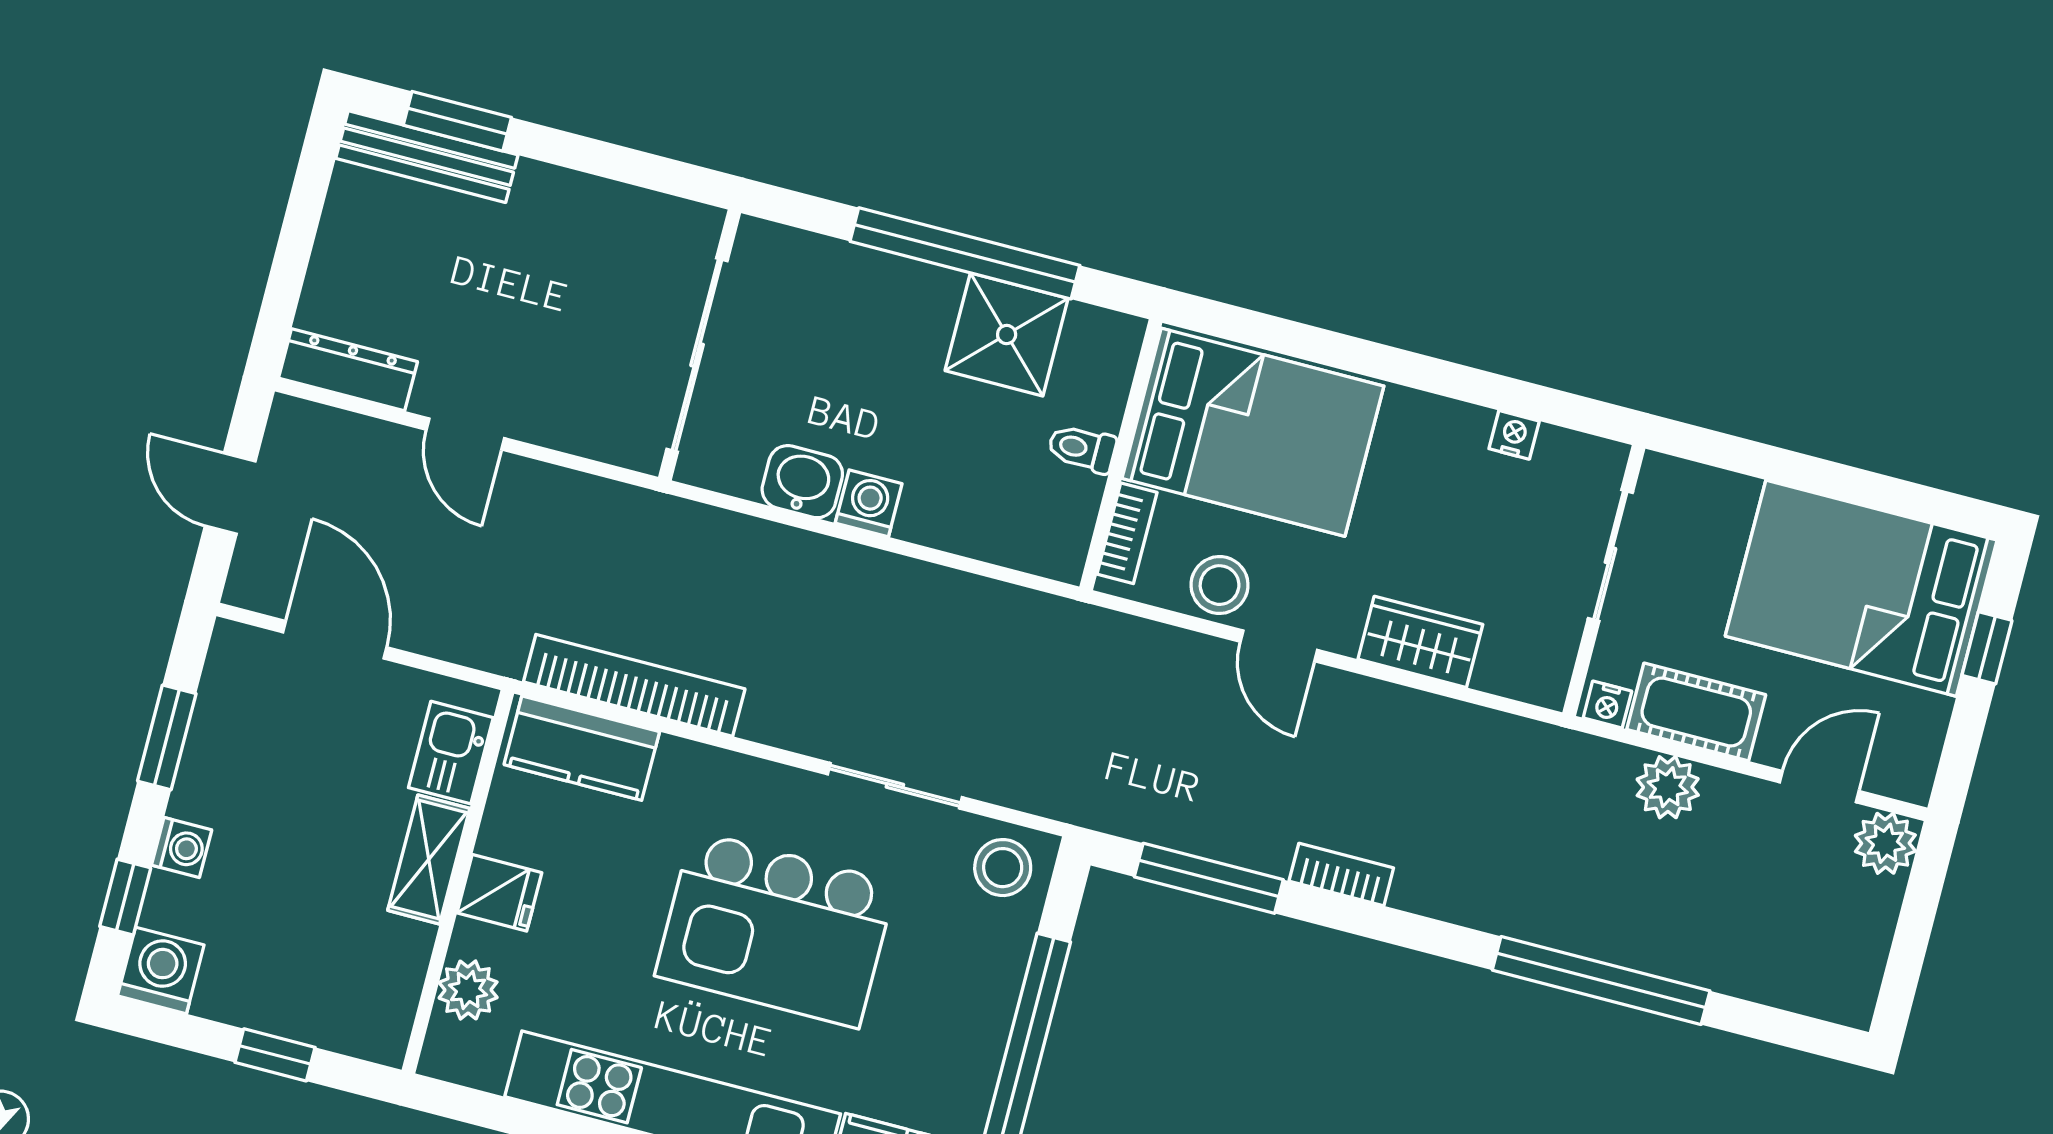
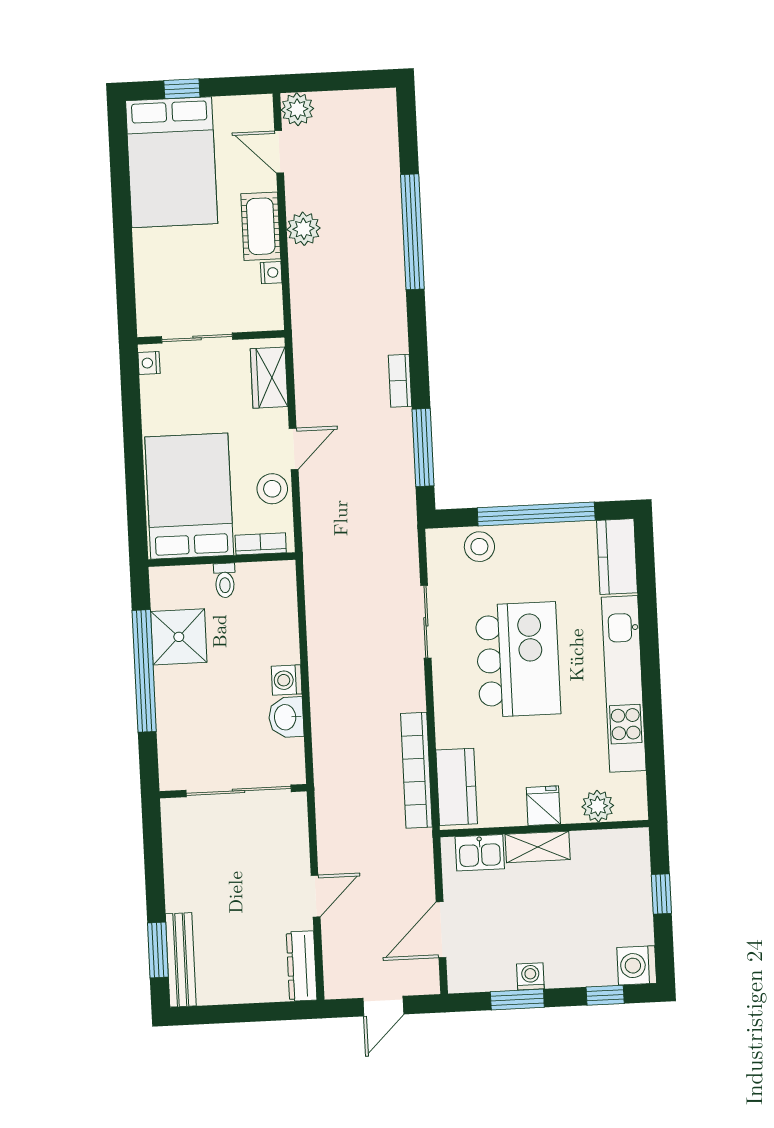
sliding door: (1610, 555) -> (197, 338), moved
wall: (1604, 581) -> (211, 337), moved
washing machine: (182, 848) -> (530, 976), moved
stool: (1003, 868) -> (479, 547), moved

